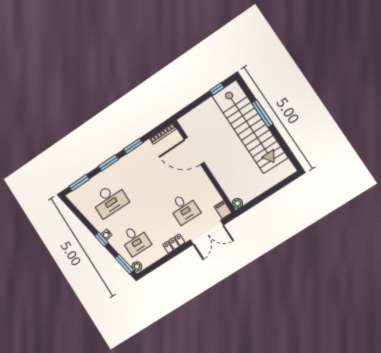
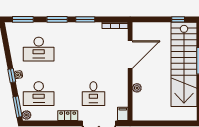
door: (194, 151) -> (130, 55), swing flipped
plant: (237, 203) -> (137, 88), moved
desk: (135, 240) -> (39, 94), width x1.37

